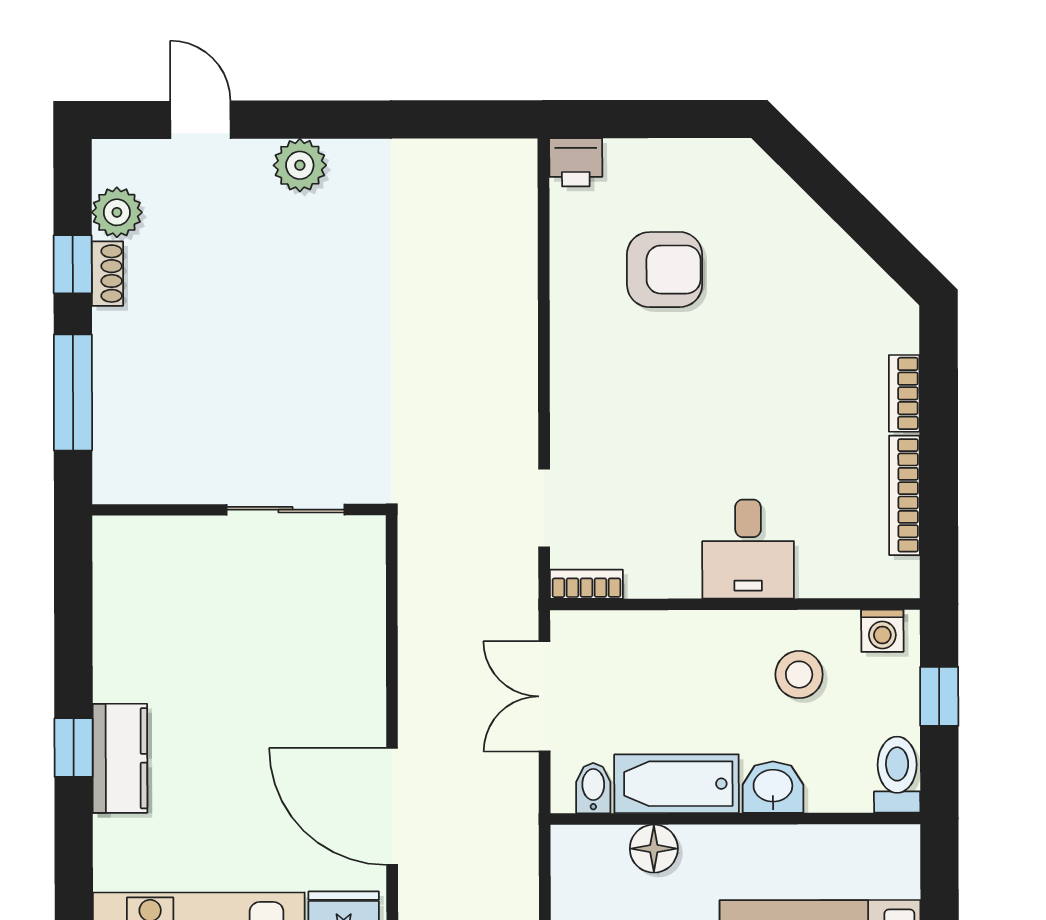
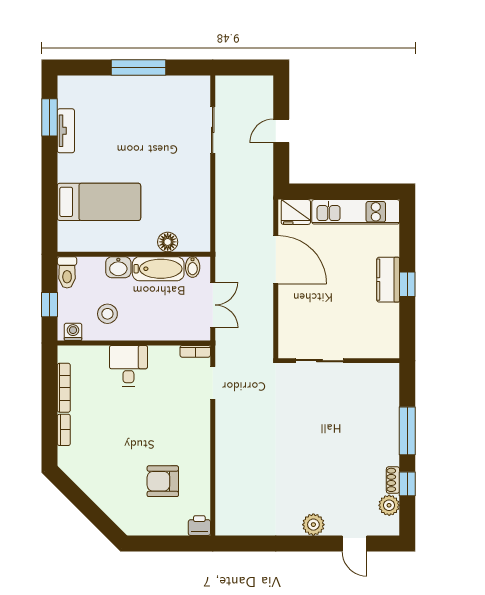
wall: (239, 510) -> (339, 361), moved
sliding door: (286, 510) -> (320, 361), moved

